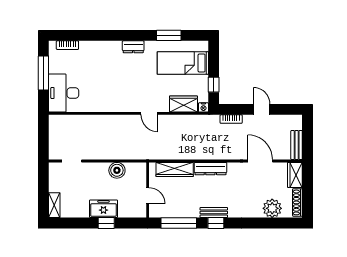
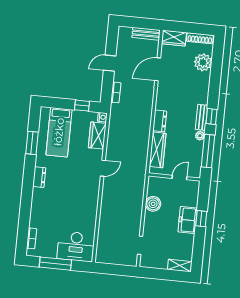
dresser: (210, 169) -> (160, 121), width x0.70
plant: (194, 213) -> (200, 136), added

